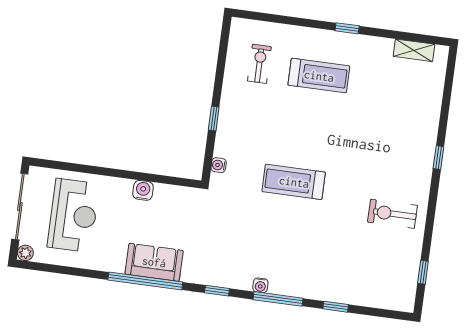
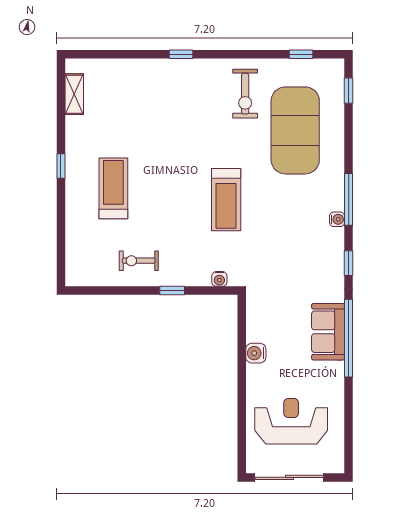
exercise bike: (259, 64) -> (139, 261), moved
plant: (25, 253) -> (336, 465), removed
exercise mat: (351, 257) -> (295, 130), added
window: (336, 307) -> (349, 91), moved

